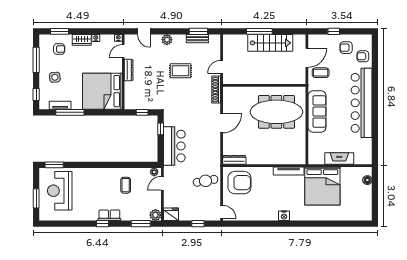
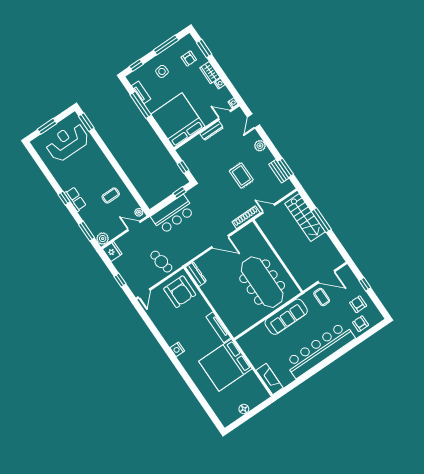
stairs: (270, 43) -> (305, 218), moved
fireplace: (339, 159) -> (269, 379), moved
floor lamp: (367, 180) -> (244, 409), moved

